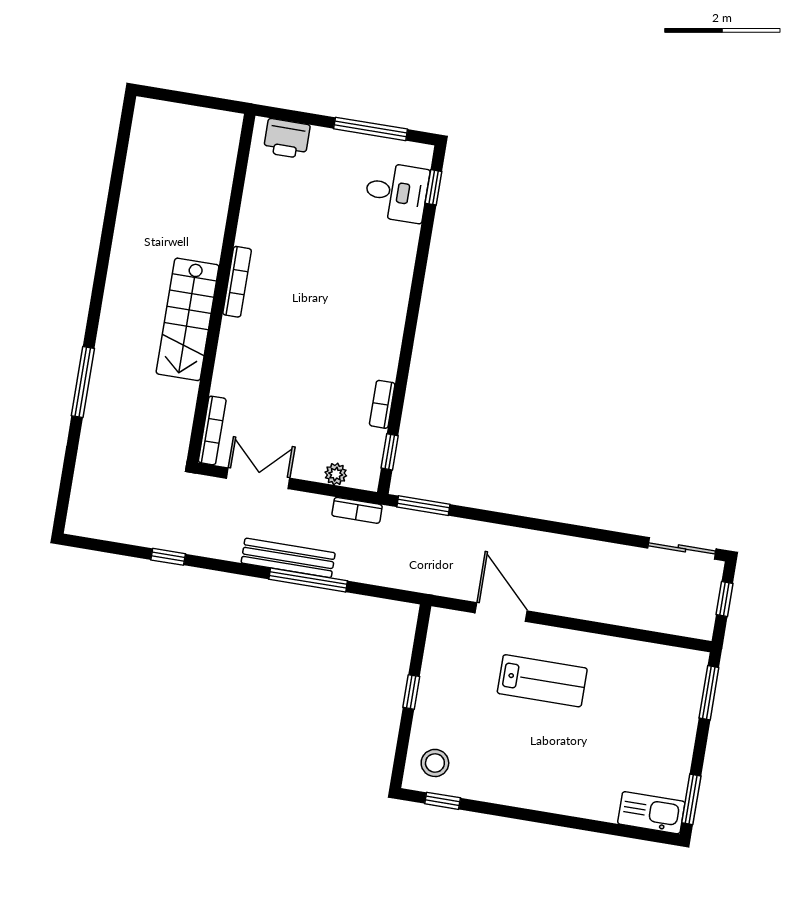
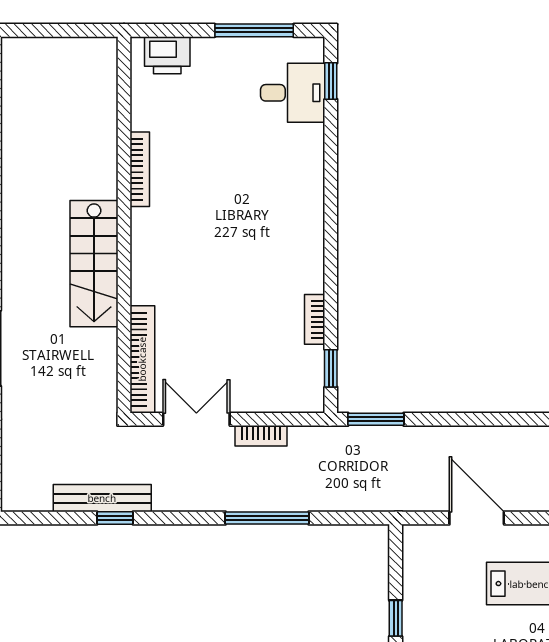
bookcase: (237, 282) -> (140, 169), moved
bookcase: (212, 430) -> (142, 359), width x1.48, depth x1.31
plant: (336, 474) -> (278, 401), removed
bookcase: (357, 510) -> (261, 436), moved
bench: (288, 558) -> (102, 498), moved

